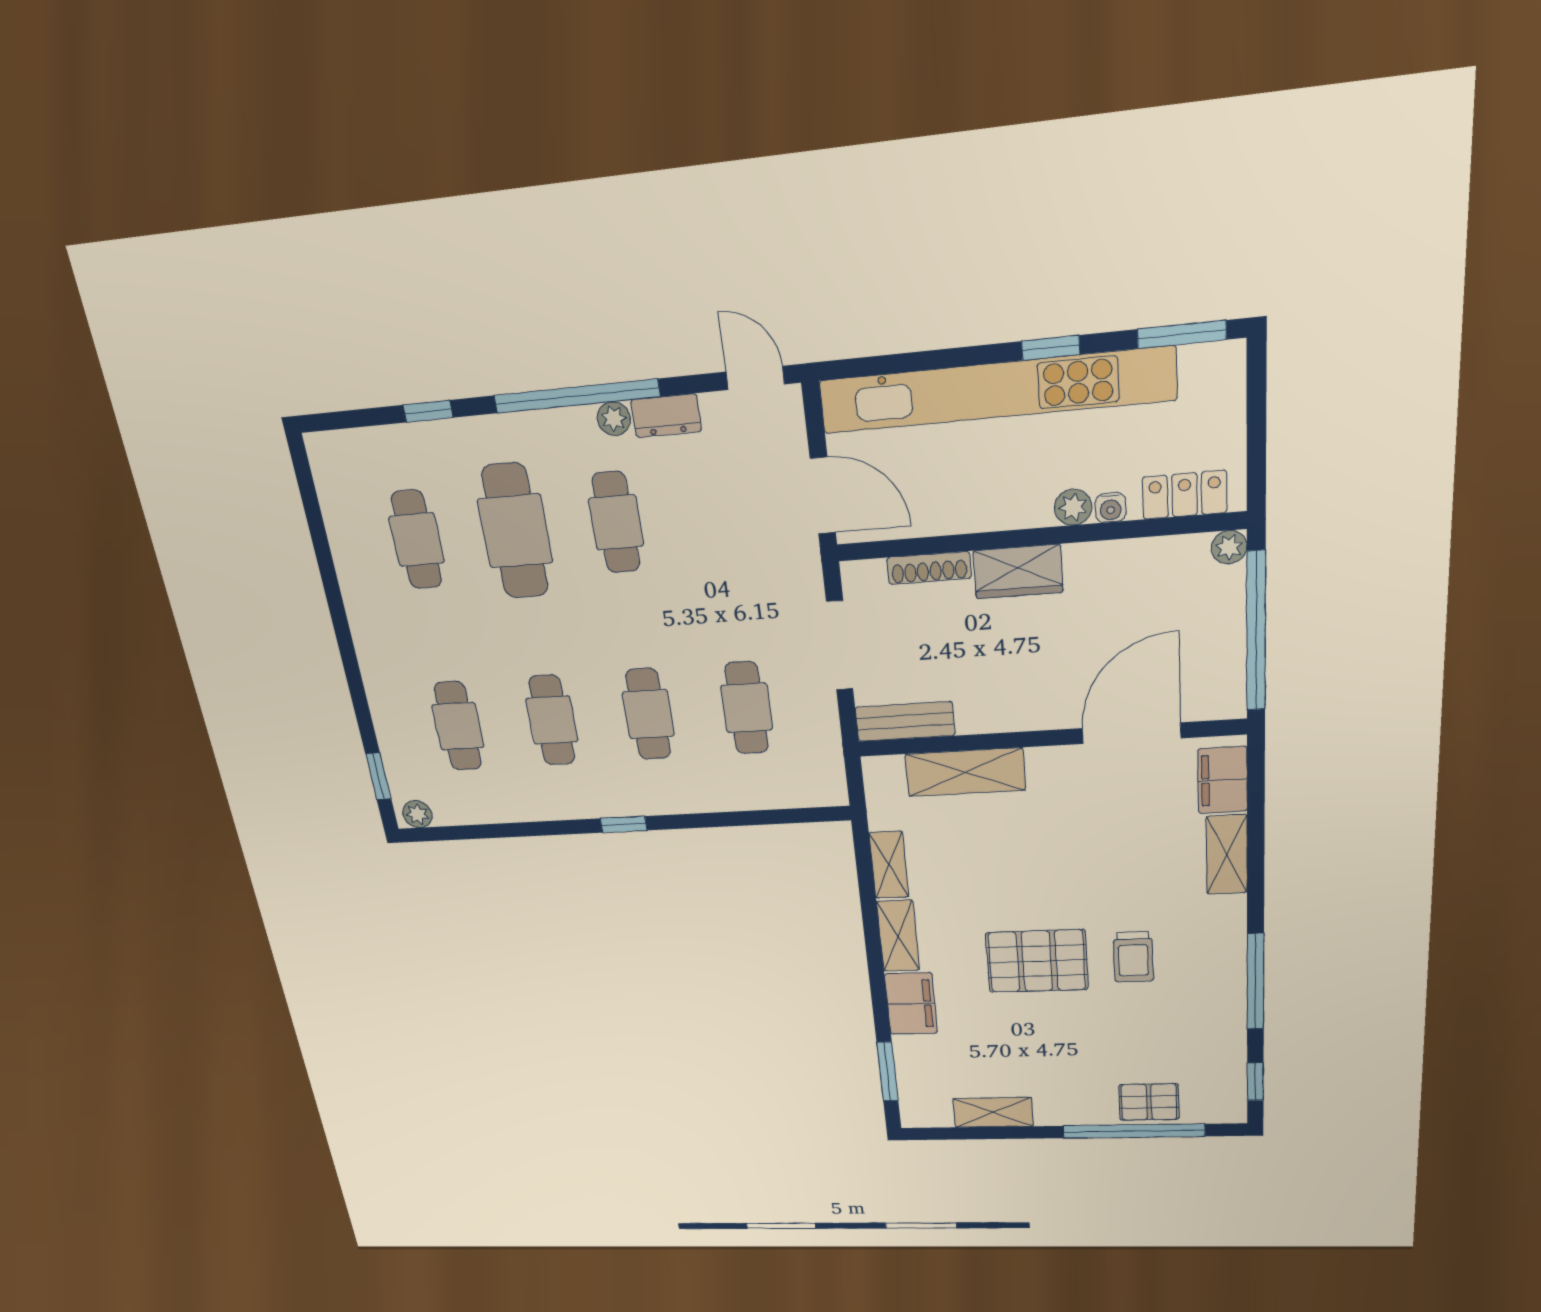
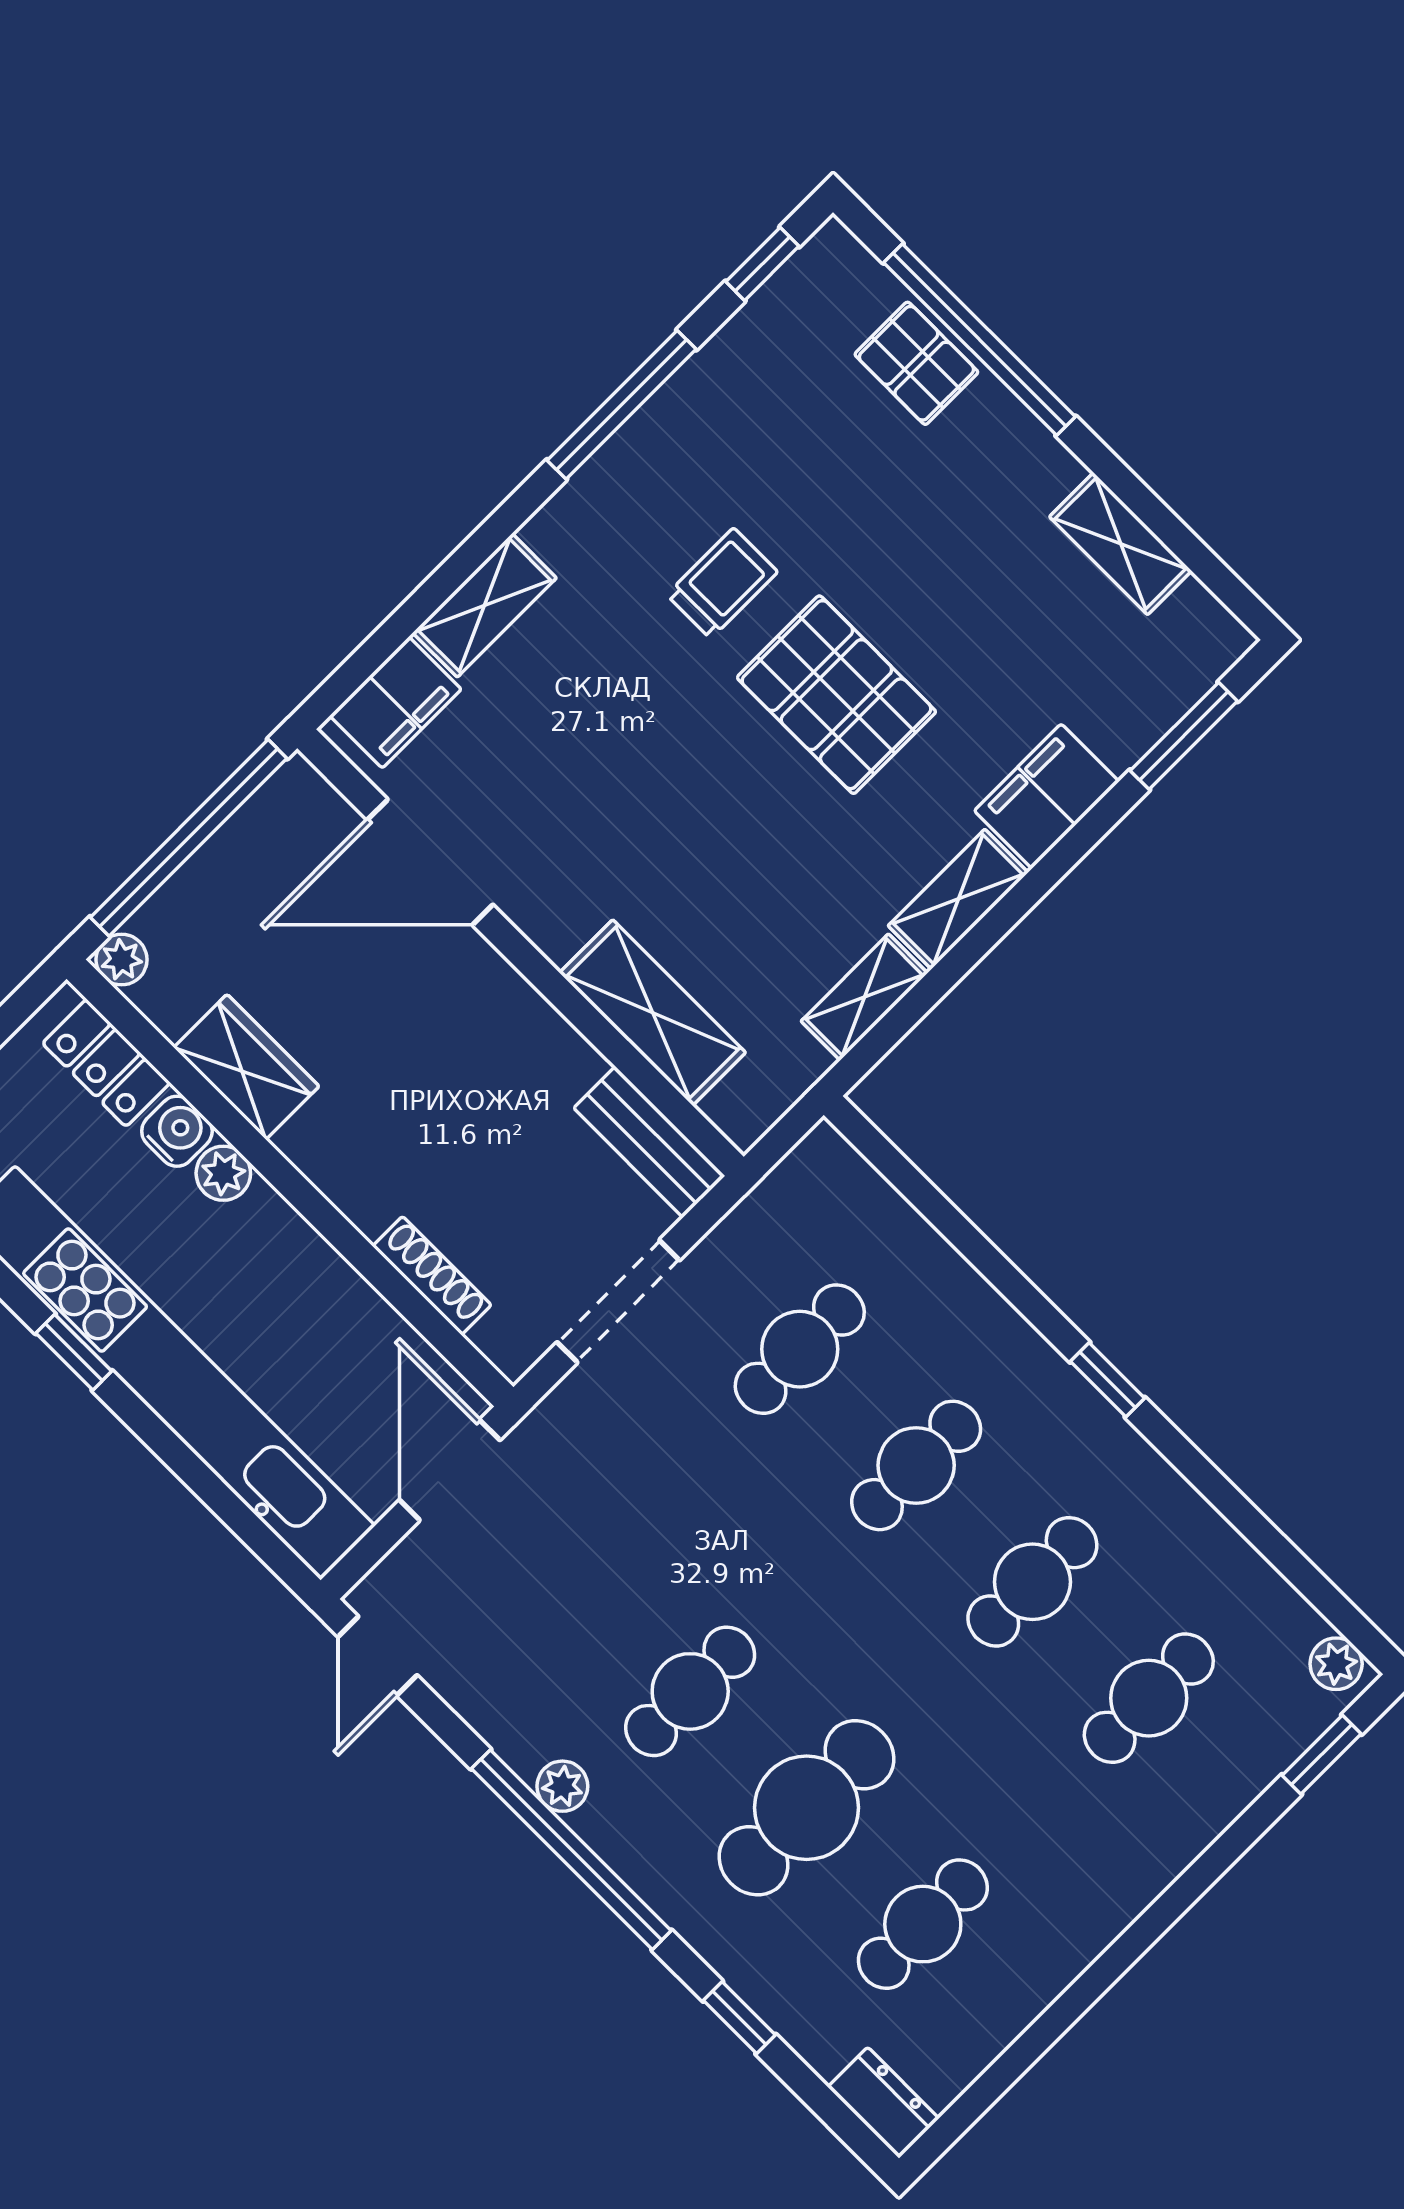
dresser: (666, 416) -> (883, 2103), moved
water cooler: (1111, 508) -> (177, 1131), width x1.38, depth x1.38
wardrobe: (1018, 572) -> (246, 1067), moved

